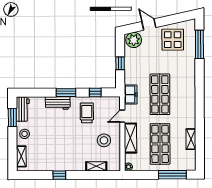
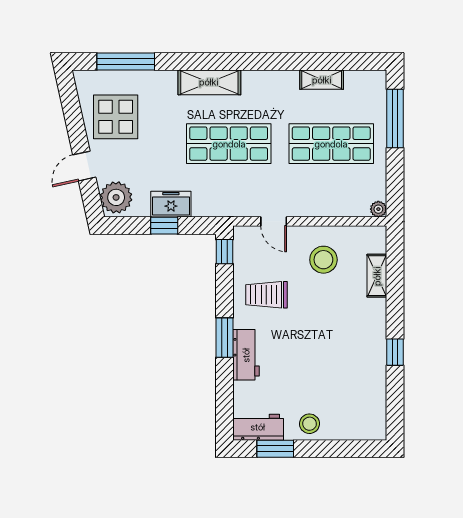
window: (95, 93) -> (224, 252), moved
freezer: (131, 95) -> (171, 204), moved
shelving: (130, 138) -> (209, 82), moved
shelving: (21, 156) -> (356, 431), removed

